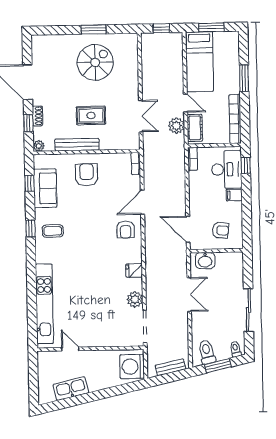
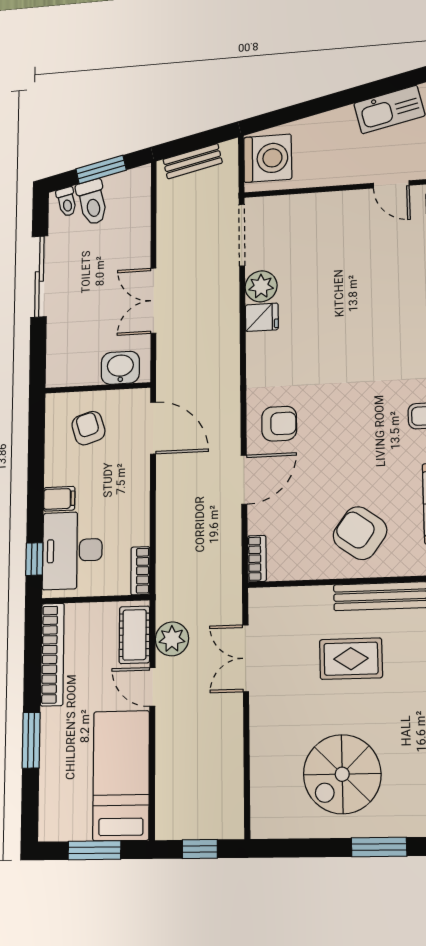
window: (94, 30) -> (379, 847), moved
armchair: (86, 175) -> (360, 533), turned 126
armchair: (125, 229) -> (279, 424), turned 90
armchair: (221, 230) -> (88, 428), turned 67
fridge: (134, 270) -> (262, 317), moved
toilet: (207, 352) -> (92, 202), moved

